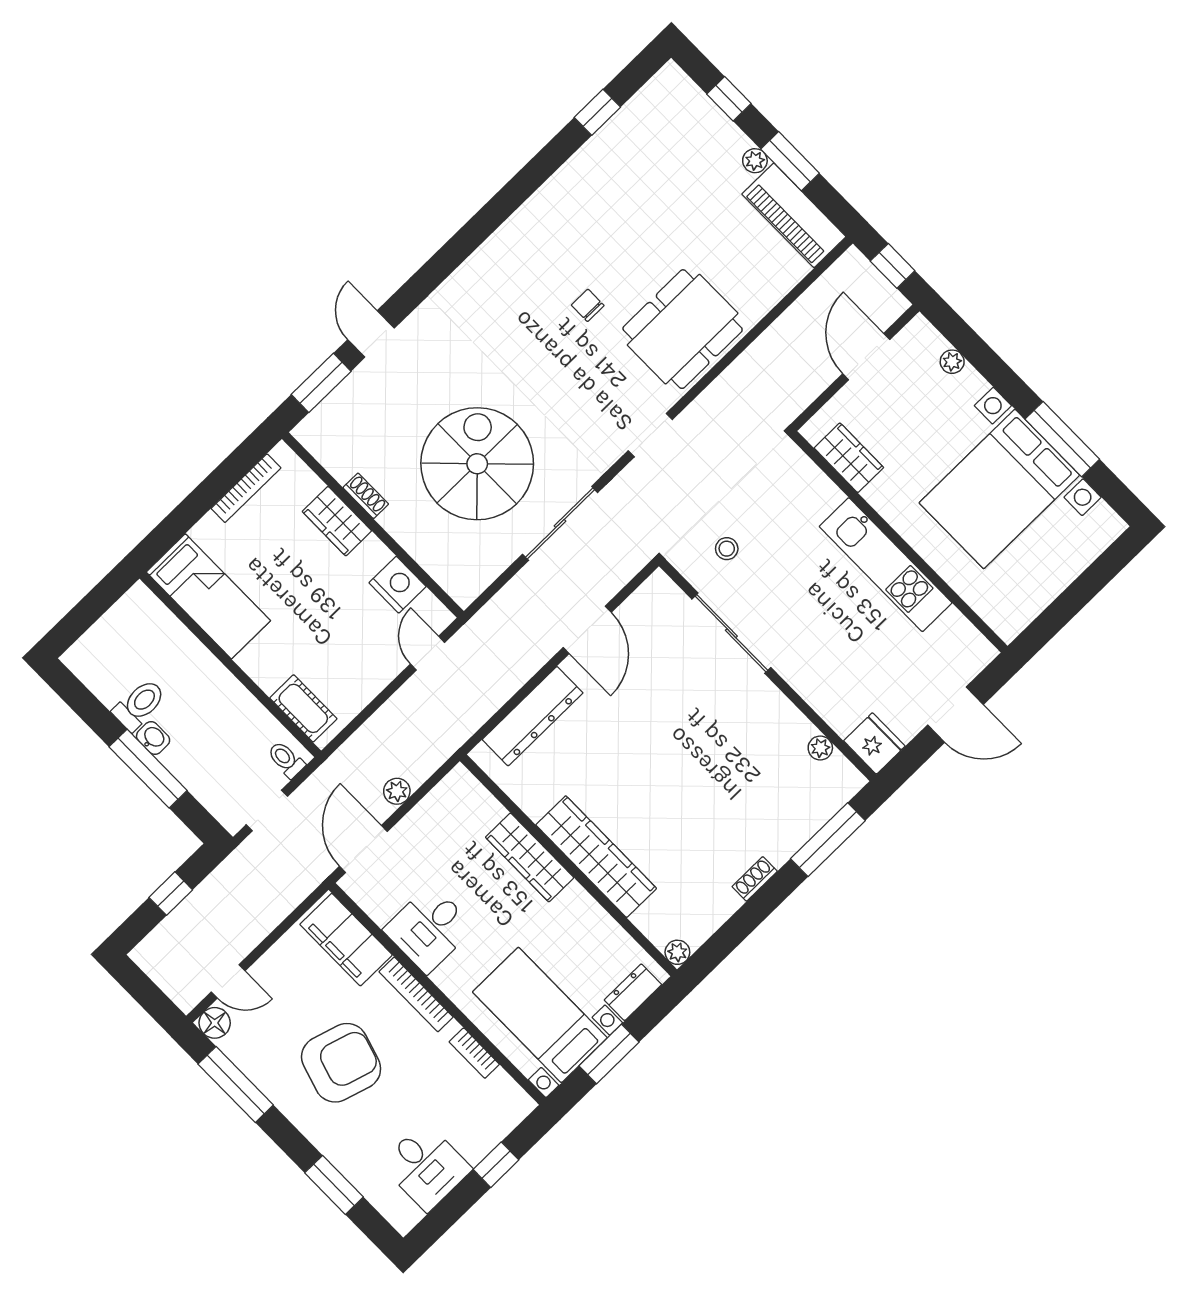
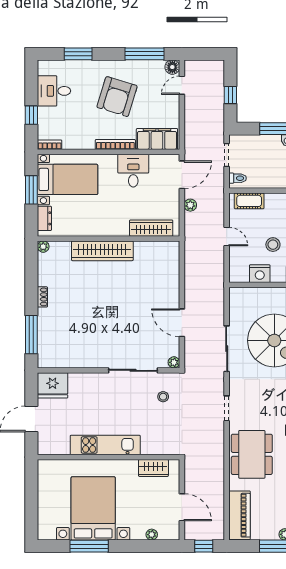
piano: (794, 215) -> (240, 515), moved, turned 90
stool: (334, 608) -> (273, 245), added
door: (427, 653) -> (227, 237), moved
dresser: (533, 716) -> (171, 276), removed
fridge: (874, 743) -> (53, 385), width x1.36, depth x1.34
plant: (820, 748) -> (174, 362), moved
door: (363, 849) -> (182, 175), hinge flipped
wardrobe: (530, 857) -> (151, 228), moved
bookcase: (474, 1053) -> (50, 145), moved

